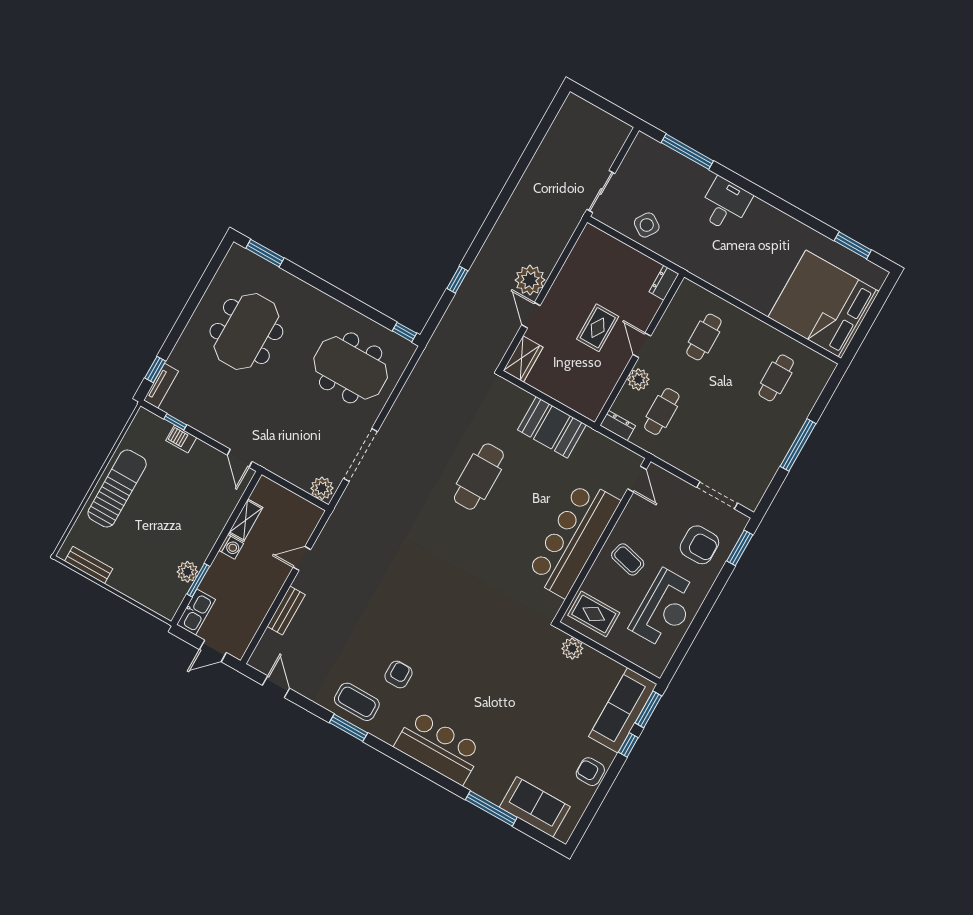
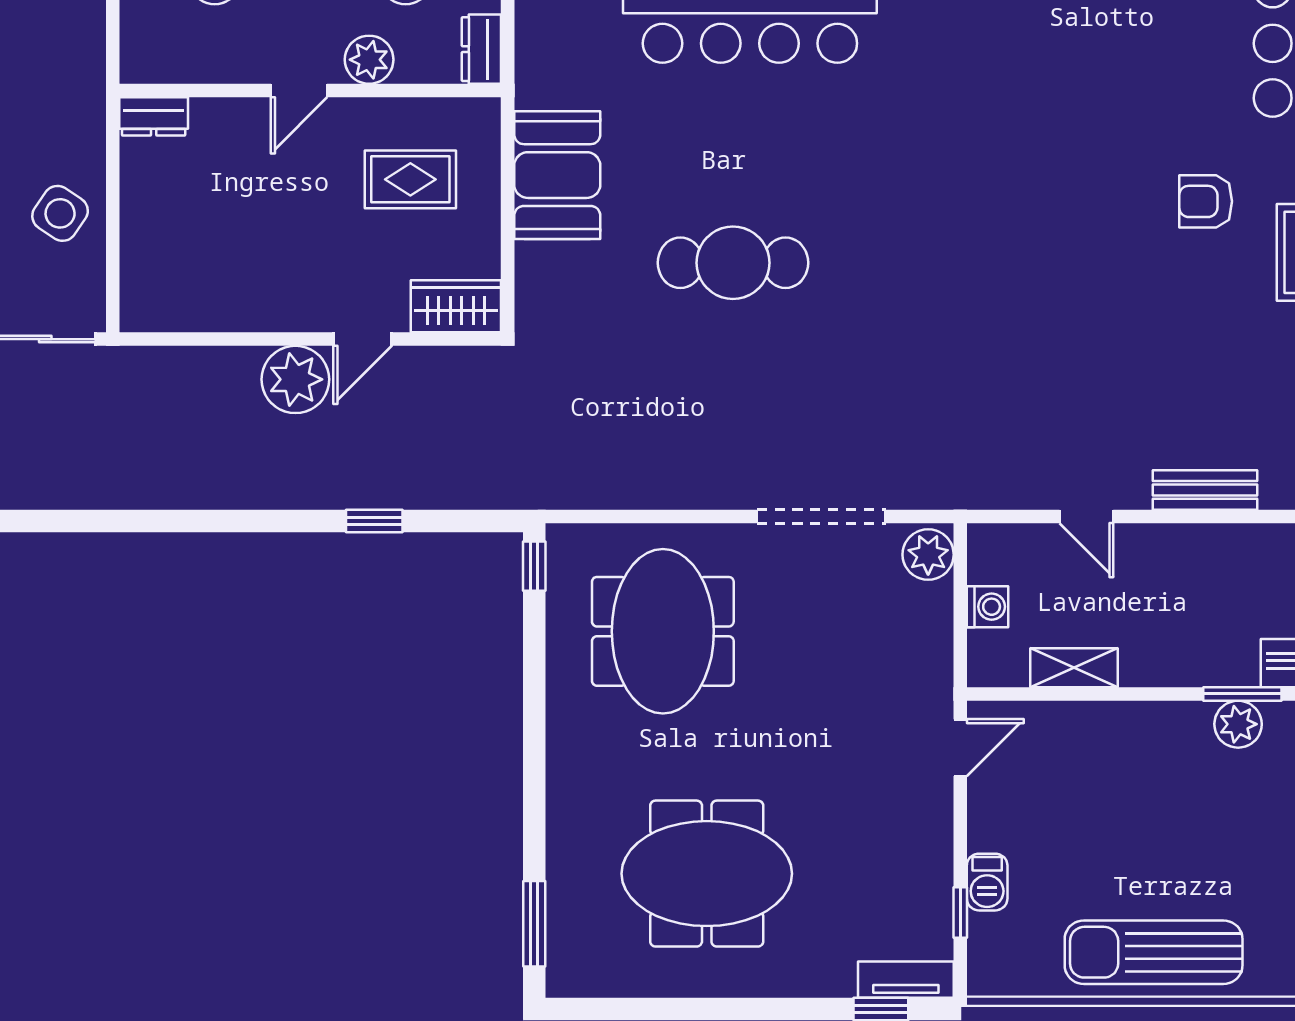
rug: (598, 328) -> (410, 179), moved
washing machine: (231, 547) -> (987, 607), moved, turned 90

